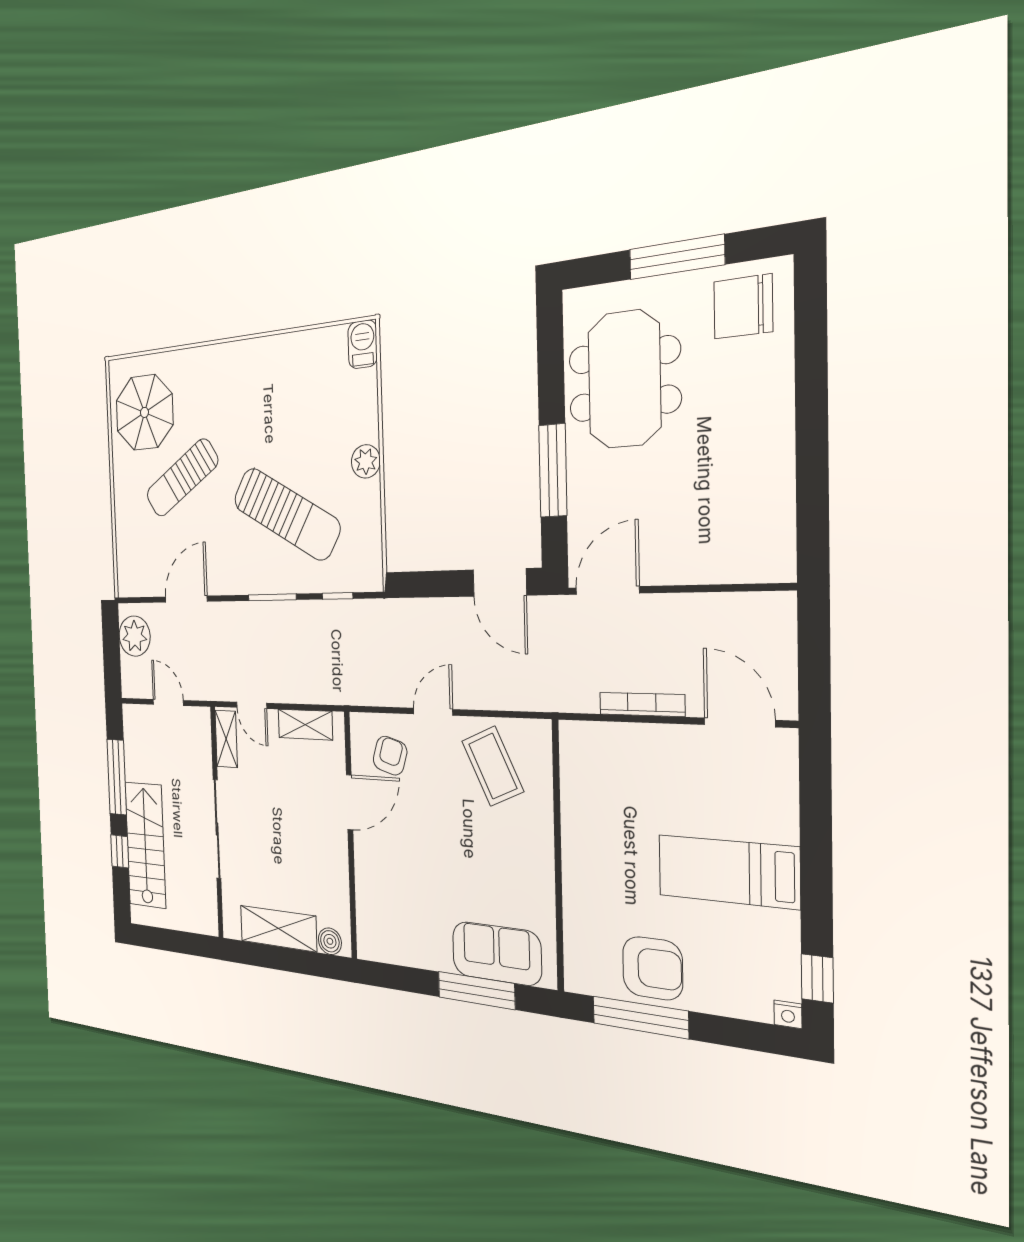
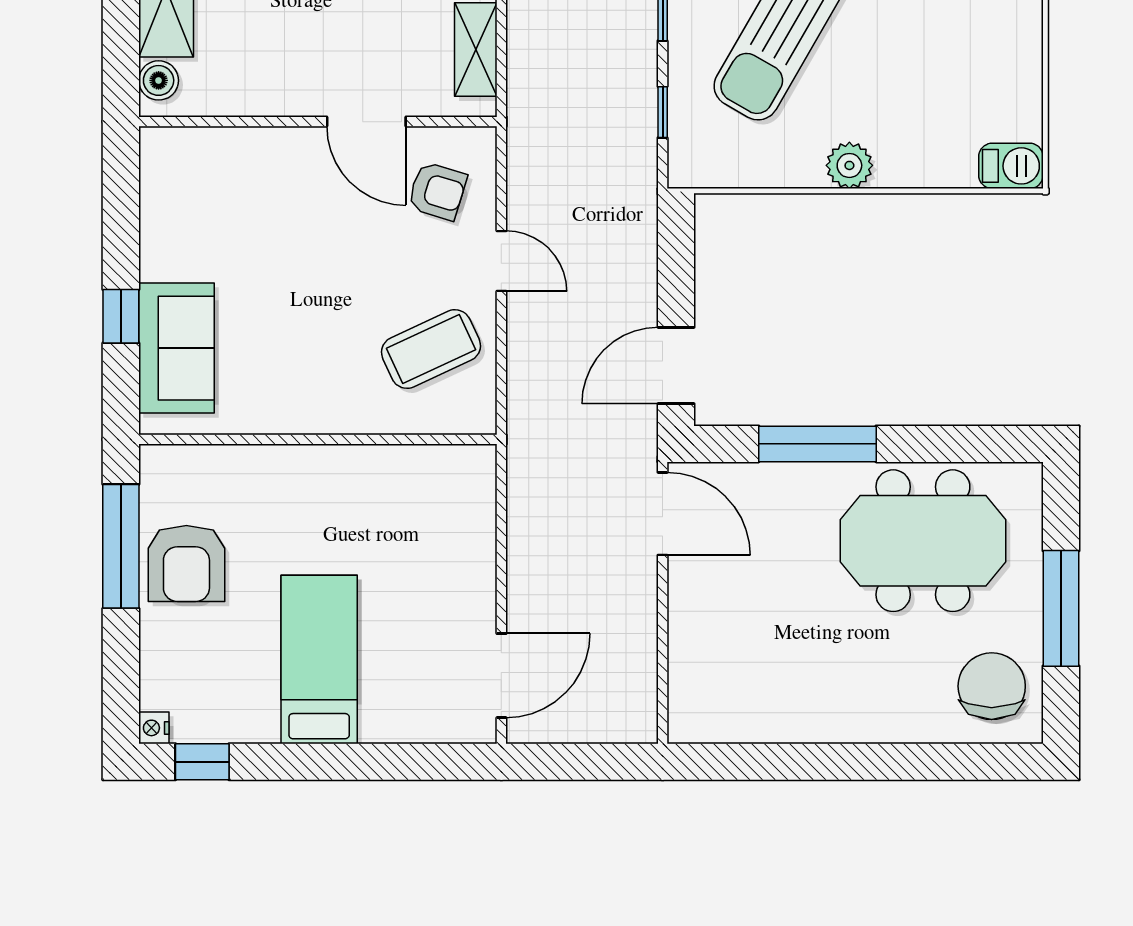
bookcase: (642, 704) -> (520, 556), removed
window: (476, 990) -> (121, 316), width x0.46

